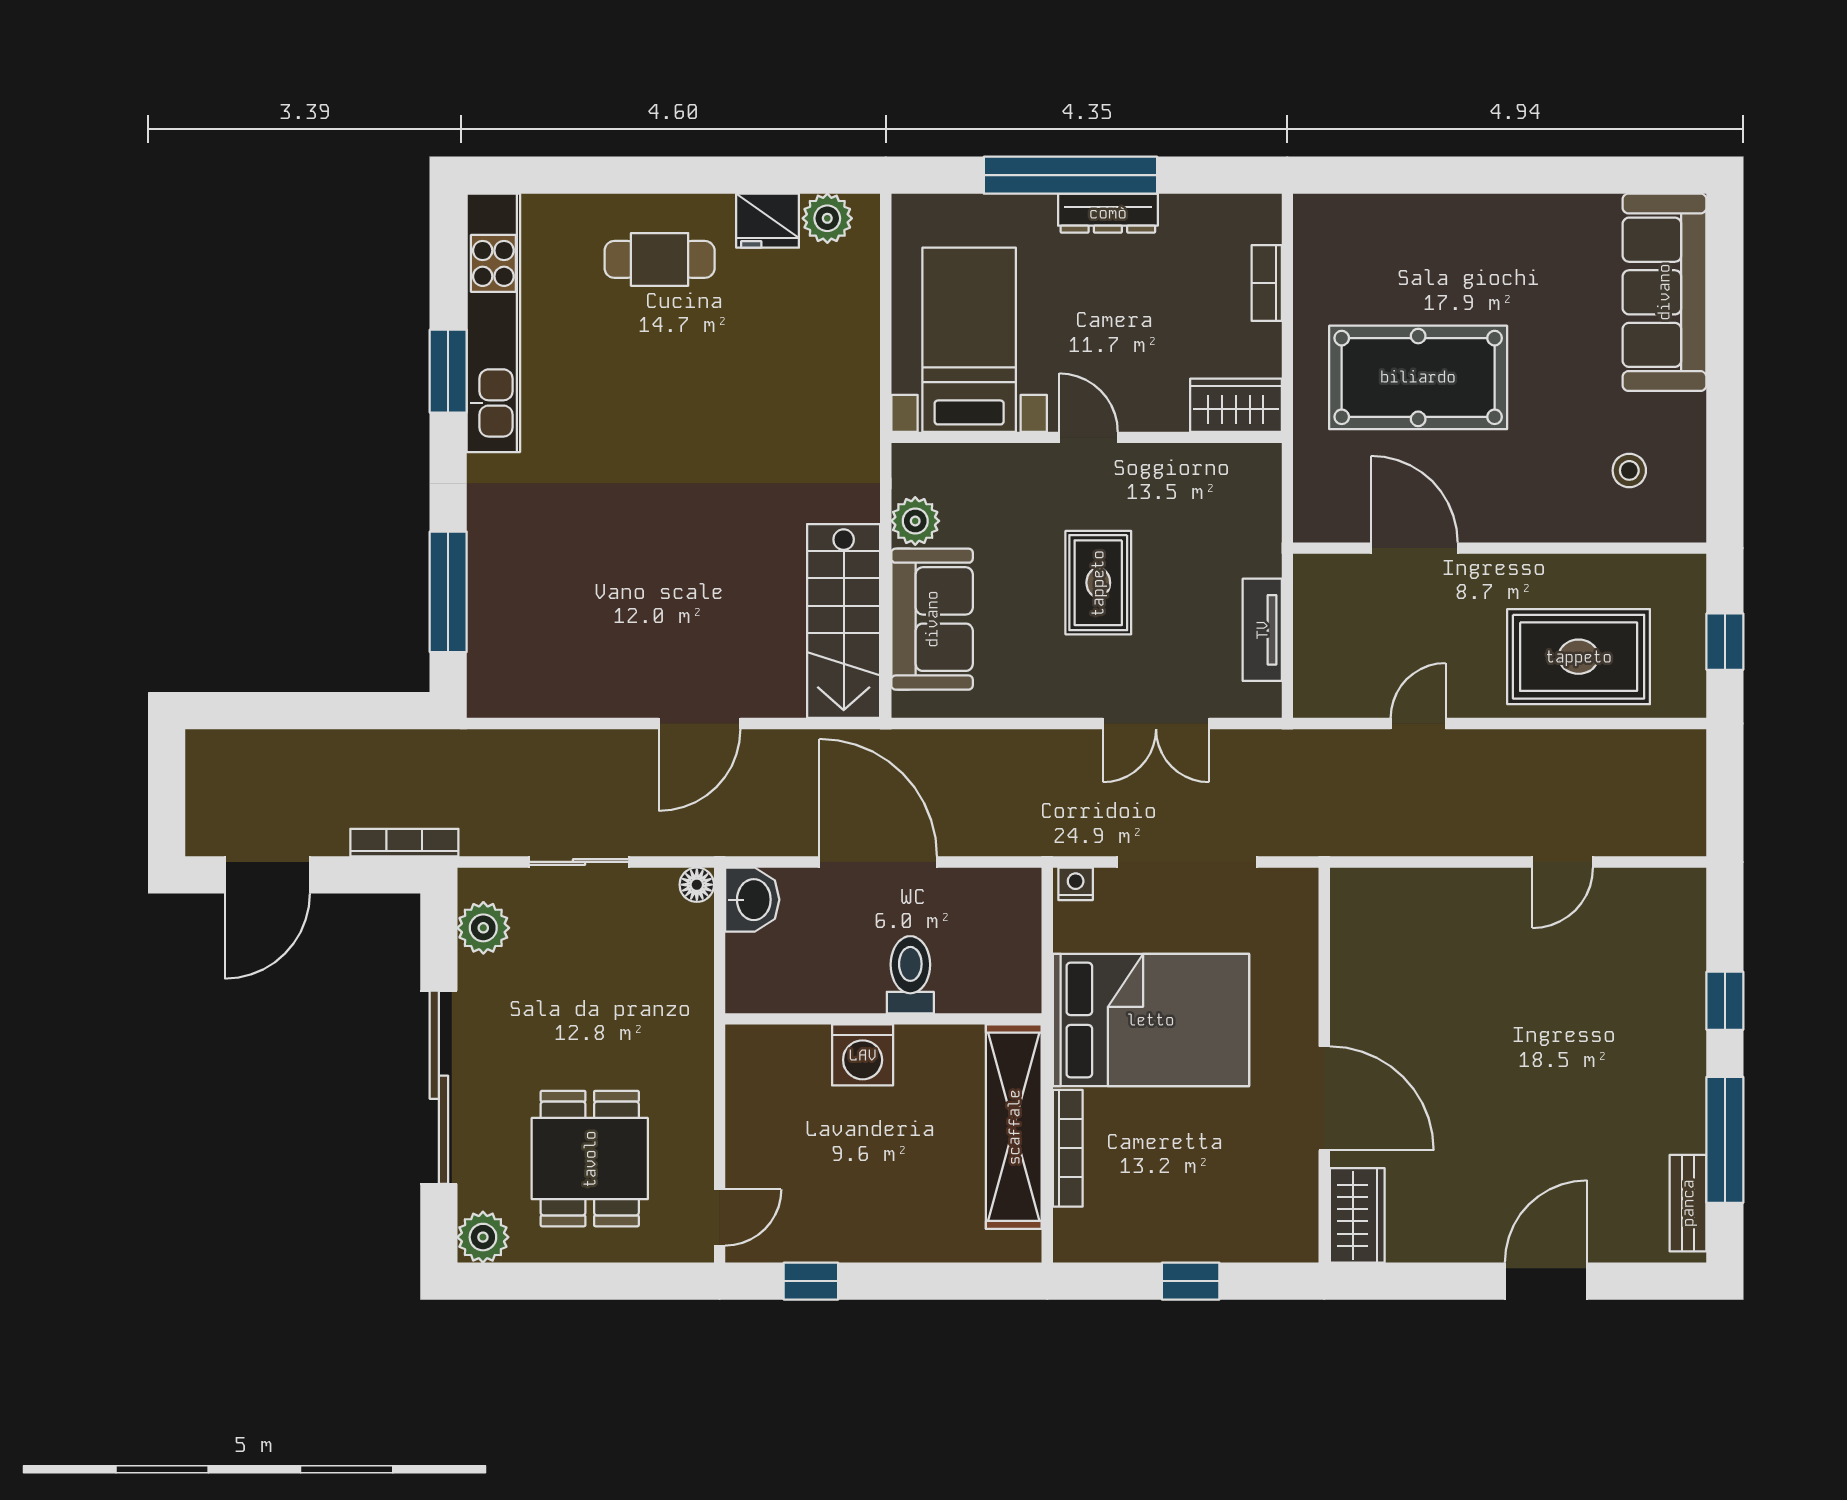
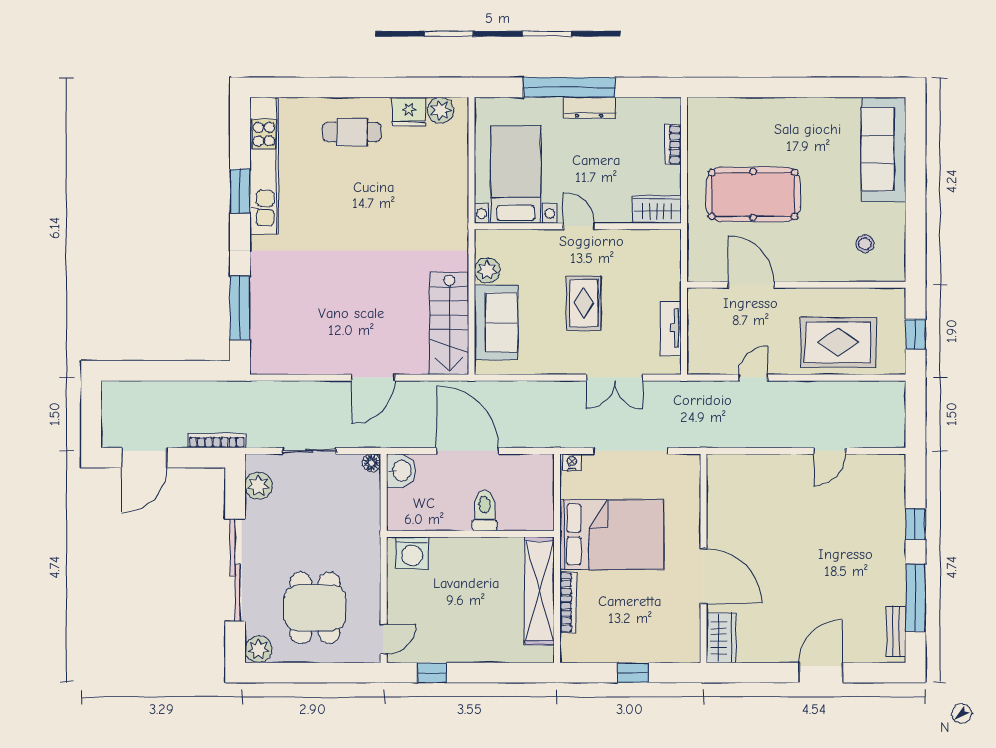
washing machine: (863, 1055) -> (412, 553), moved

